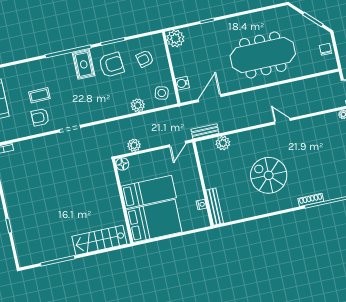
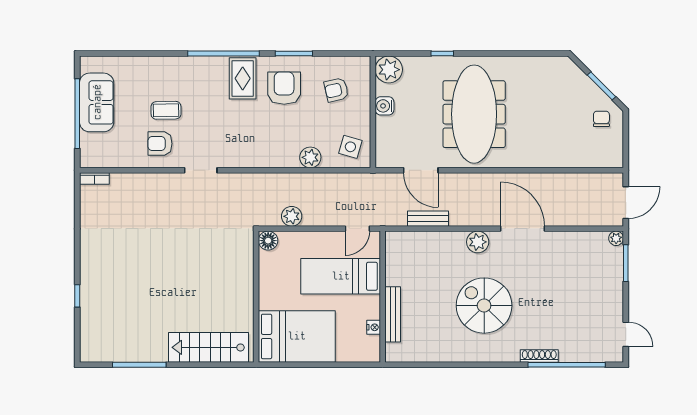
chair: (325, 49) -> (601, 119), moved
meeting table: (263, 55) -> (474, 114), moved, turned 90
armchair: (111, 65) -> (284, 88), turned -85
water cooler: (182, 83) -> (385, 106), moved
door: (210, 98) -> (421, 170), swing flipped
door: (282, 121) -> (522, 229), width x1.88
bench: (205, 131) -> (428, 219), moved
plant: (223, 143) -> (478, 242), moved
bed: (149, 192) -> (341, 276), moved, turned 180
bench: (215, 207) -> (393, 314), moved

